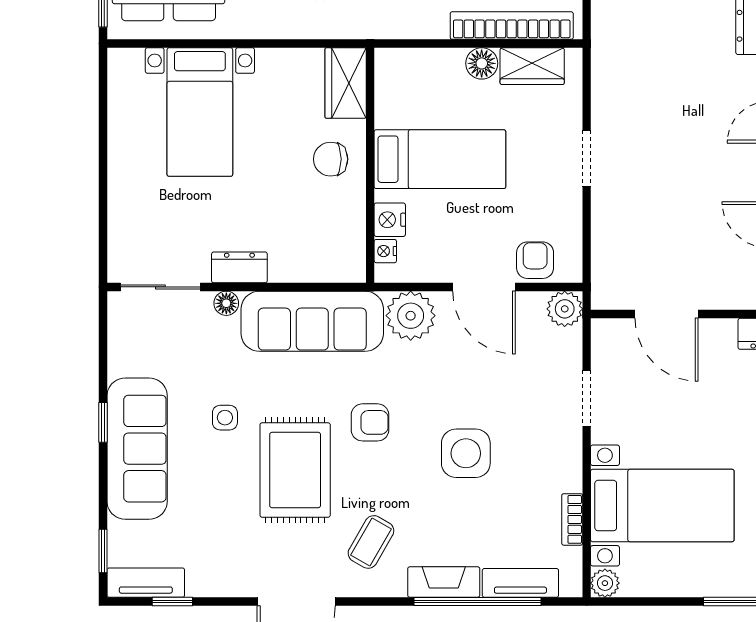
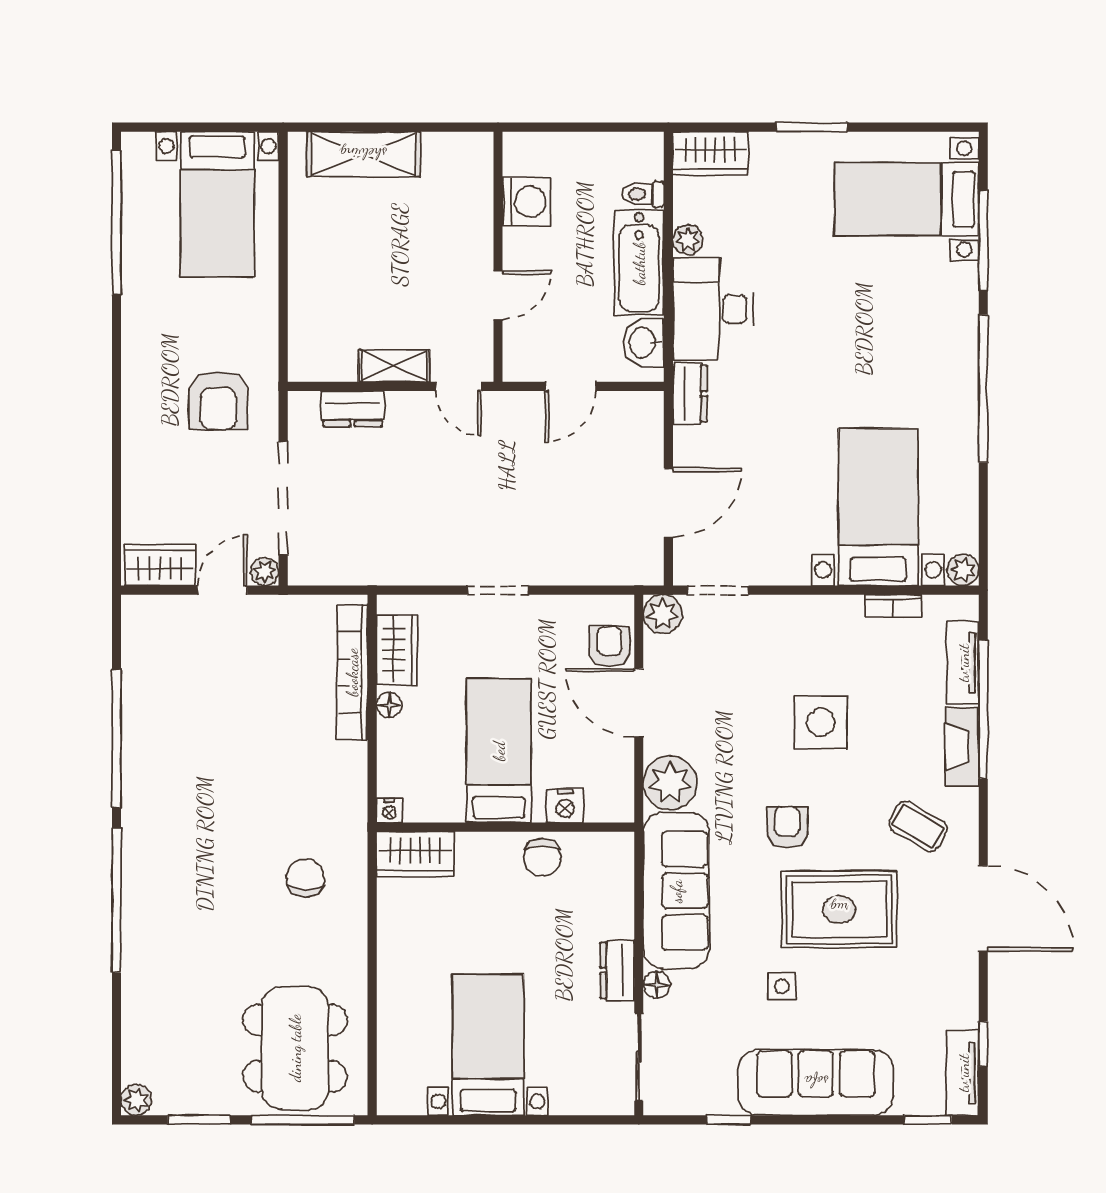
floor lamp: (482, 63) -> (389, 705), width x0.73, depth x0.73
bed with nightstands: (200, 112) -> (488, 1045), moved, turned -90
chair: (331, 159) -> (542, 857), moved
nightstand: (385, 251) -> (389, 811), moved
armchair: (535, 260) -> (609, 647), turned 90
door: (484, 287) -> (639, 703), swing flipped
doorway: (587, 398) -> (718, 590), moved
window: (103, 422) -> (729, 1120), moved

